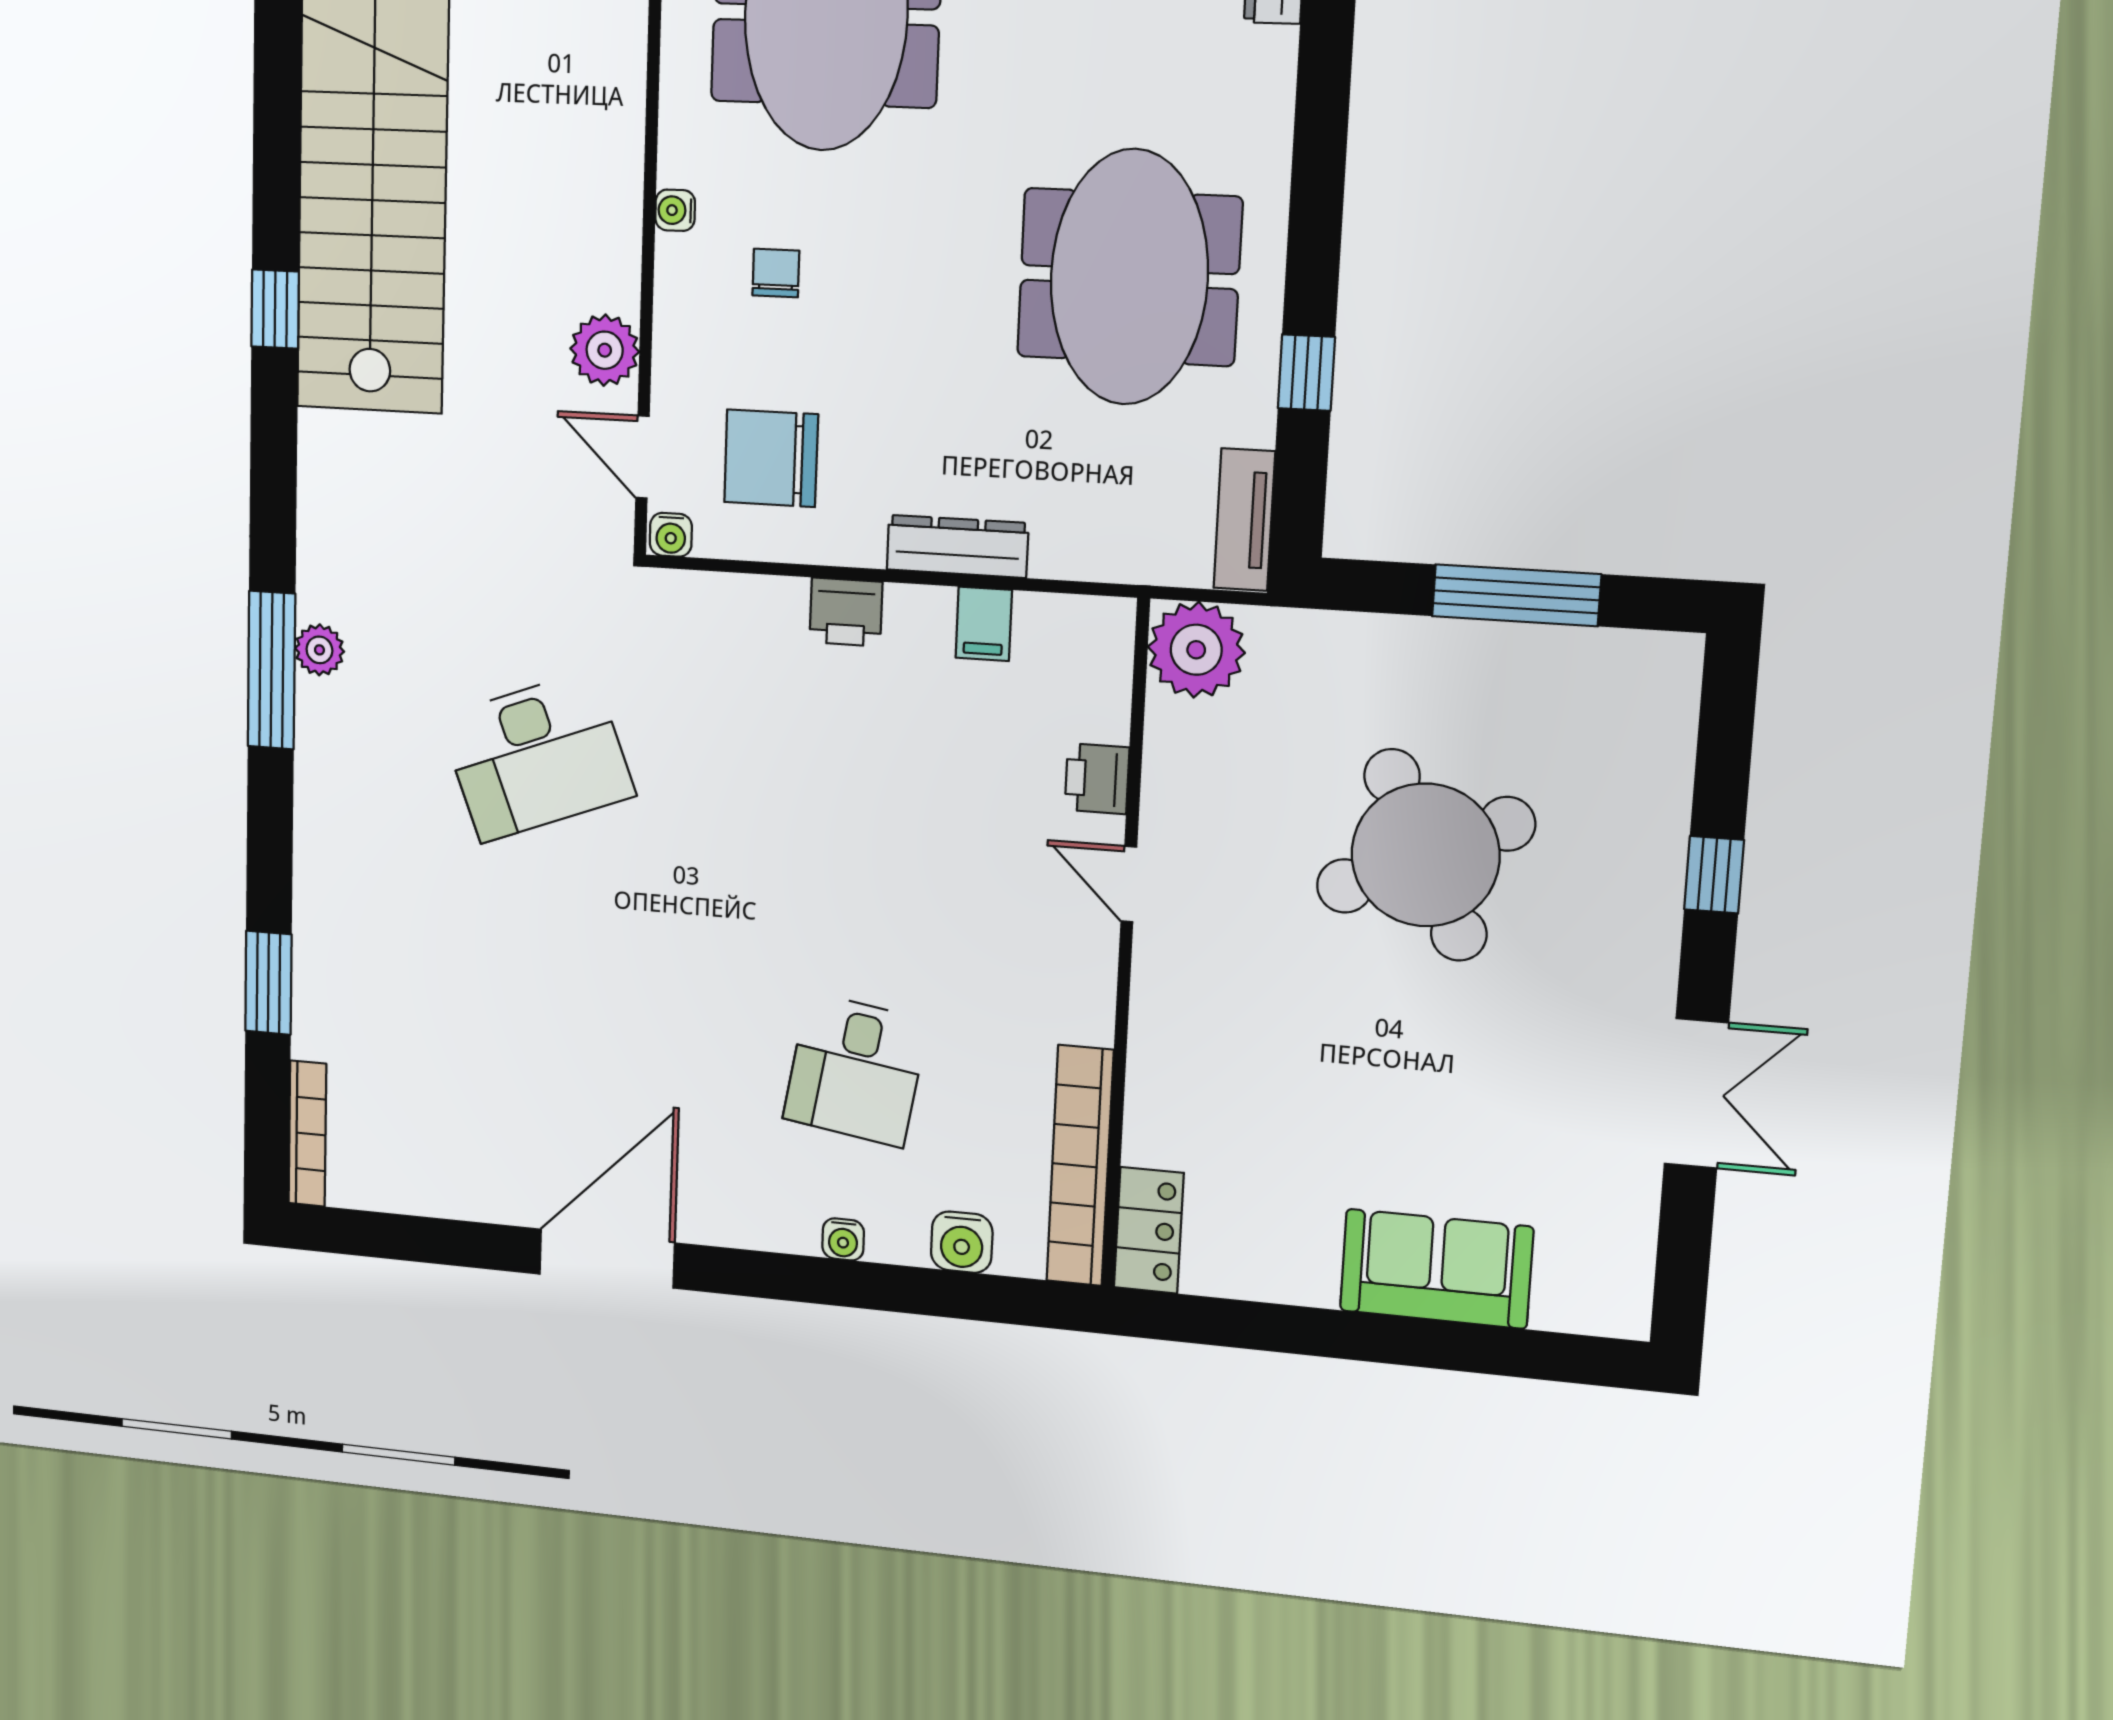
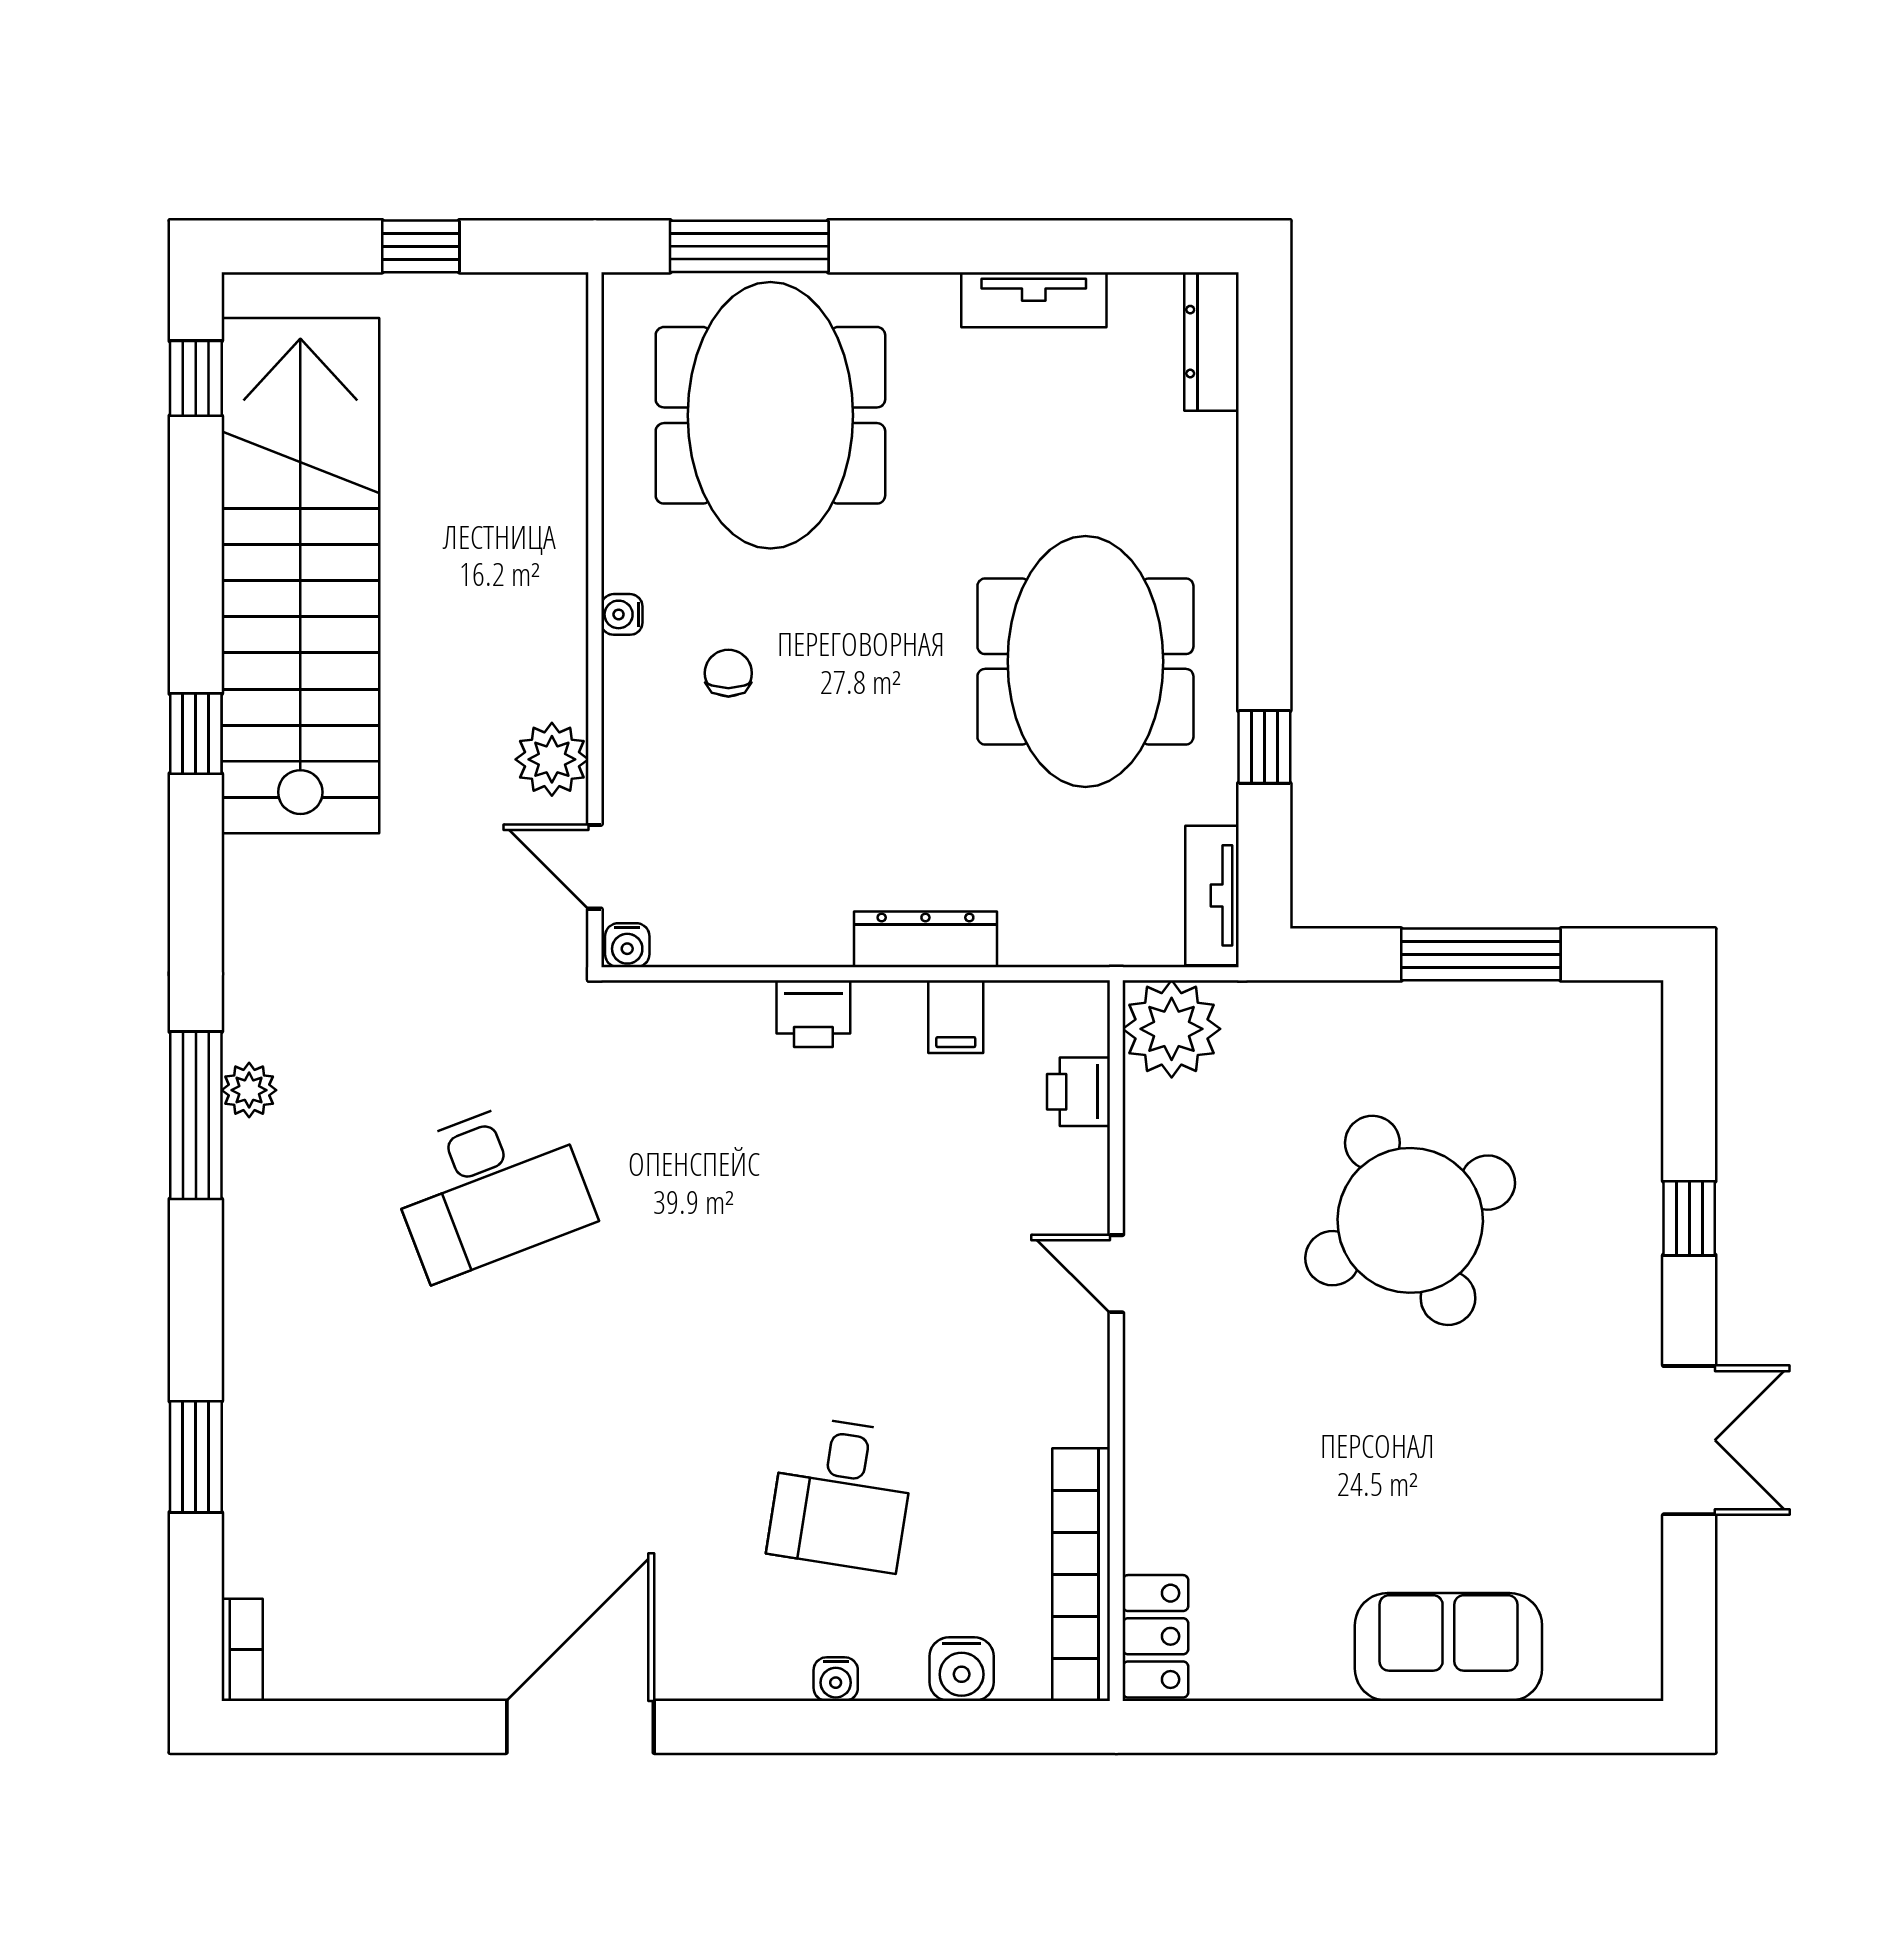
chair: (771, 458) -> (730, 861), removed
printer: (1097, 779) -> (1079, 1092), moved
bookcase: (307, 1134) -> (242, 1650), width x0.64

